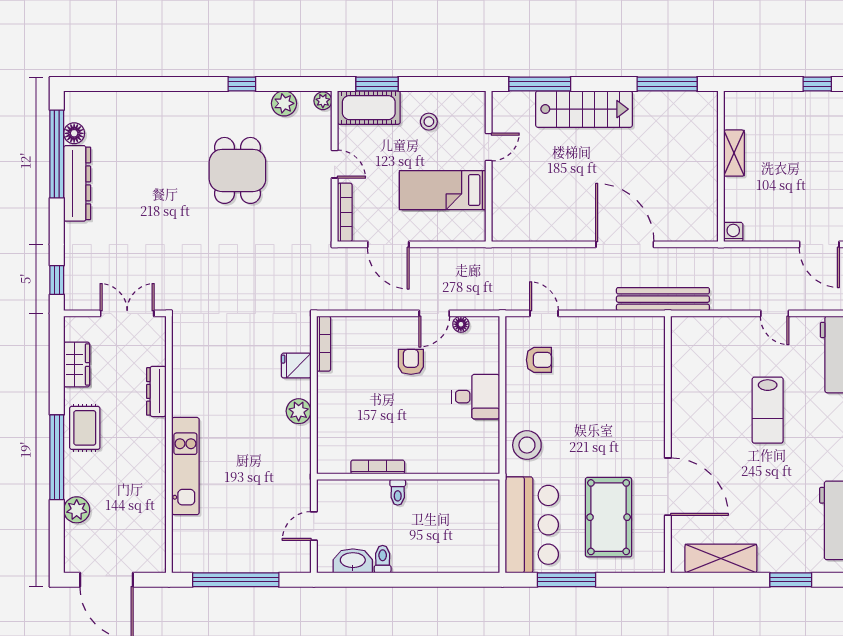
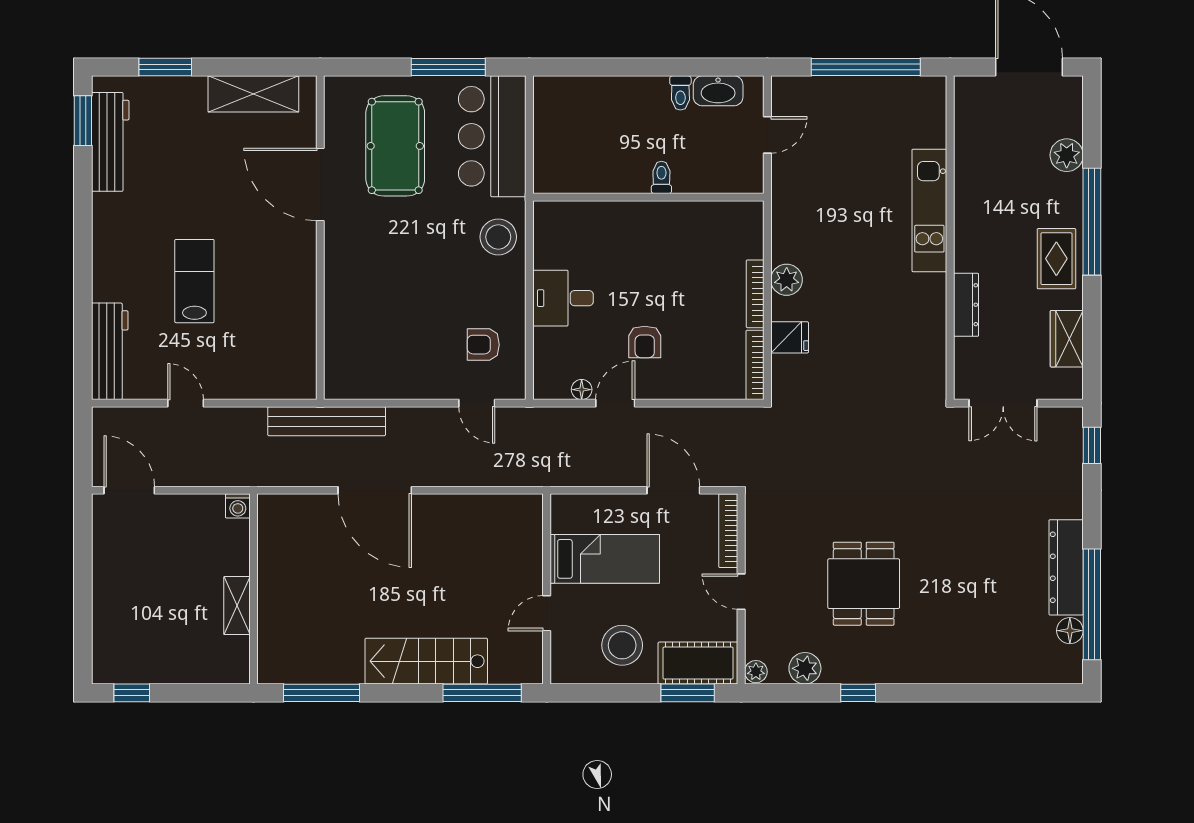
stool: (429, 122) -> (622, 645), width x1.89, depth x1.89
bookcase: (378, 467) -> (755, 294), moved, turned 90

